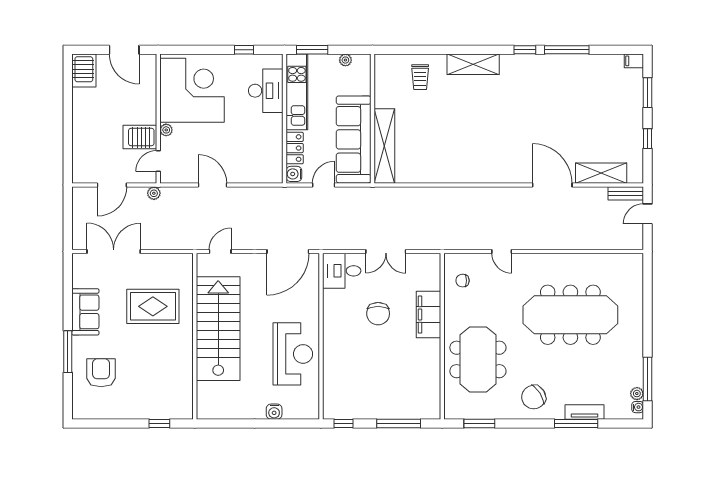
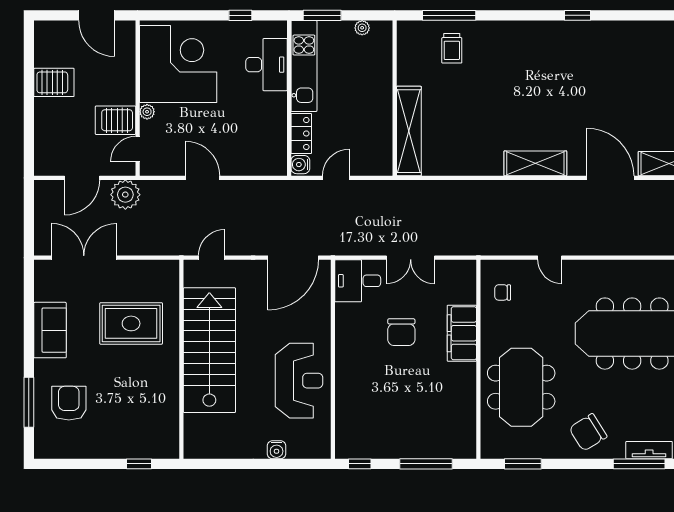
window: (567, 50) -> (449, 15), moved
shelving: (473, 64) -> (535, 163), moved
server rack: (84, 71) -> (54, 82), moved, turned -90
sofa: (354, 139) -> (372, 123), removed
plant: (154, 193) -> (125, 195), width x1.88, depth x1.88
window: (68, 352) -> (29, 402), moved

